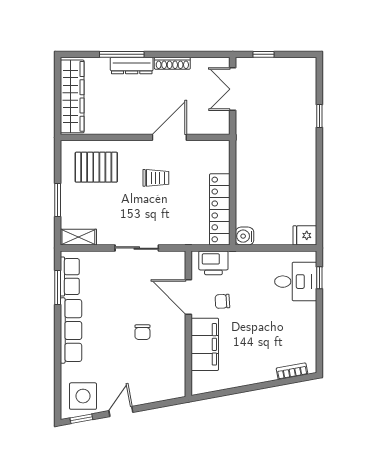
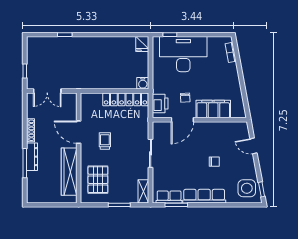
wardrobe: (72, 96) -> (69, 172), moved, turned -90
desk: (296, 282) -> (183, 54), width x1.87, depth x1.30
chair: (142, 332) -> (214, 162), moved
door: (121, 411) -> (254, 146), moved

